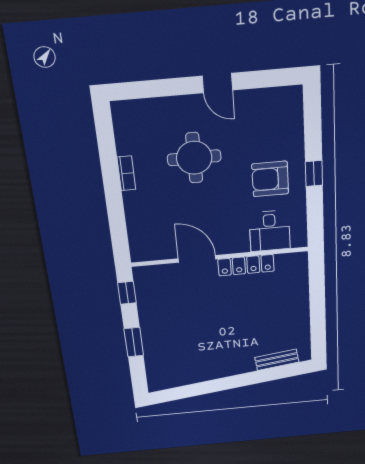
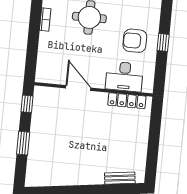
desk: (270, 231) -> (124, 77), width x1.37
locker: (246, 265) -> (127, 101), moved

